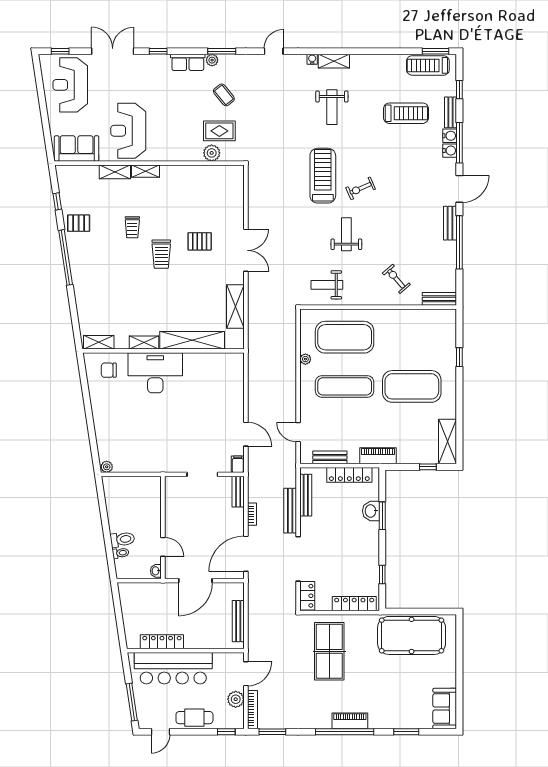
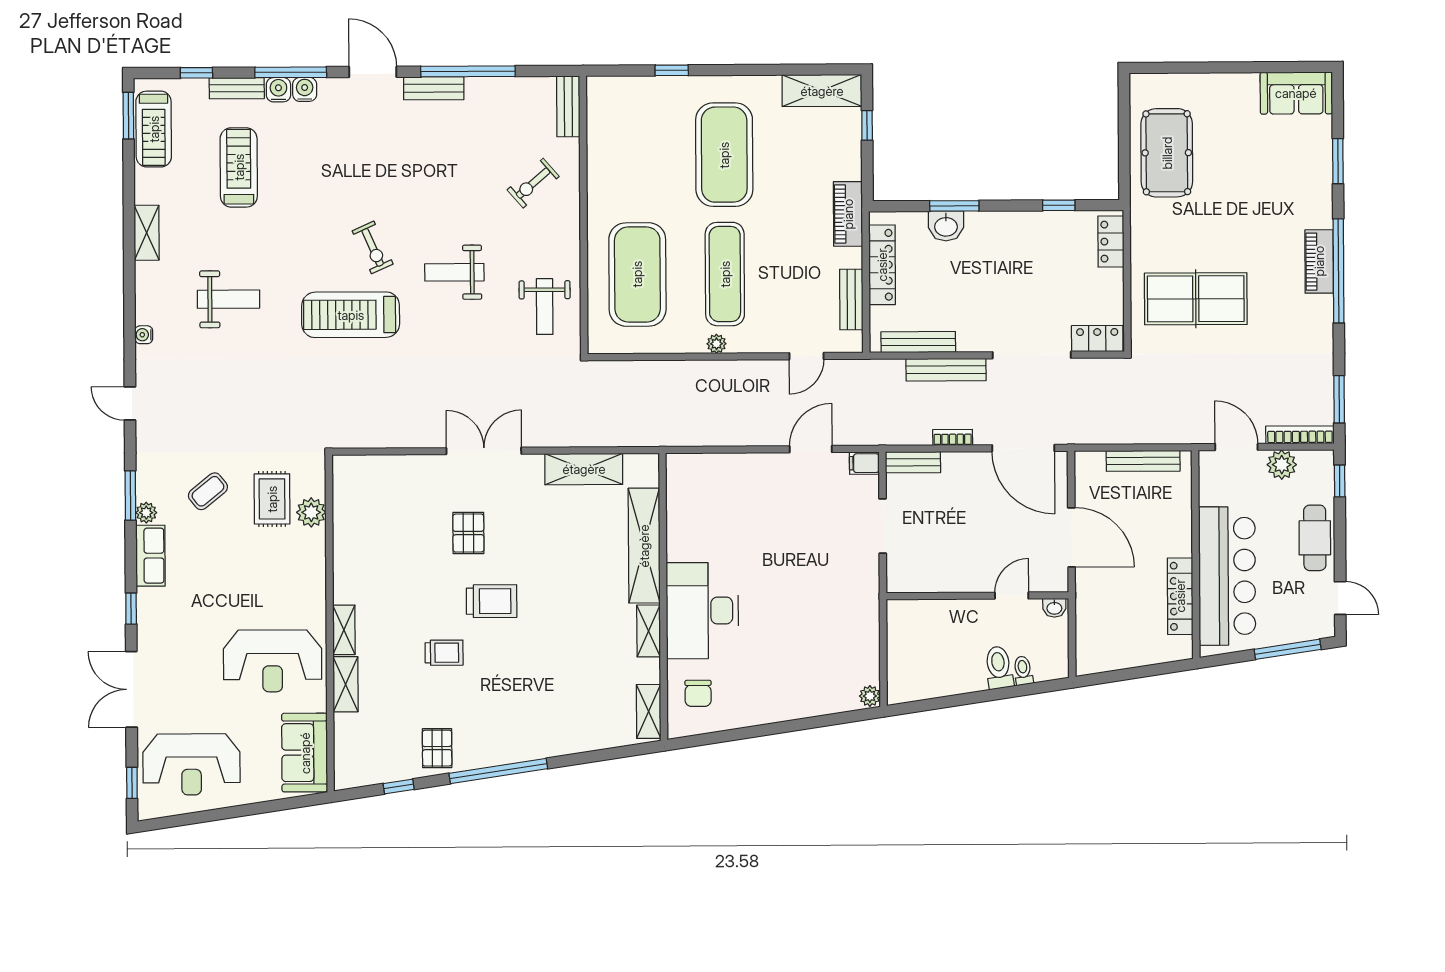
shelving: (334, 61) -> (147, 233), moved
plant: (305, 359) -> (716, 344), moved
locker: (354, 604) -> (1111, 242), width x0.66
pool table: (412, 635) -> (1167, 153), width x0.73, depth x0.76

